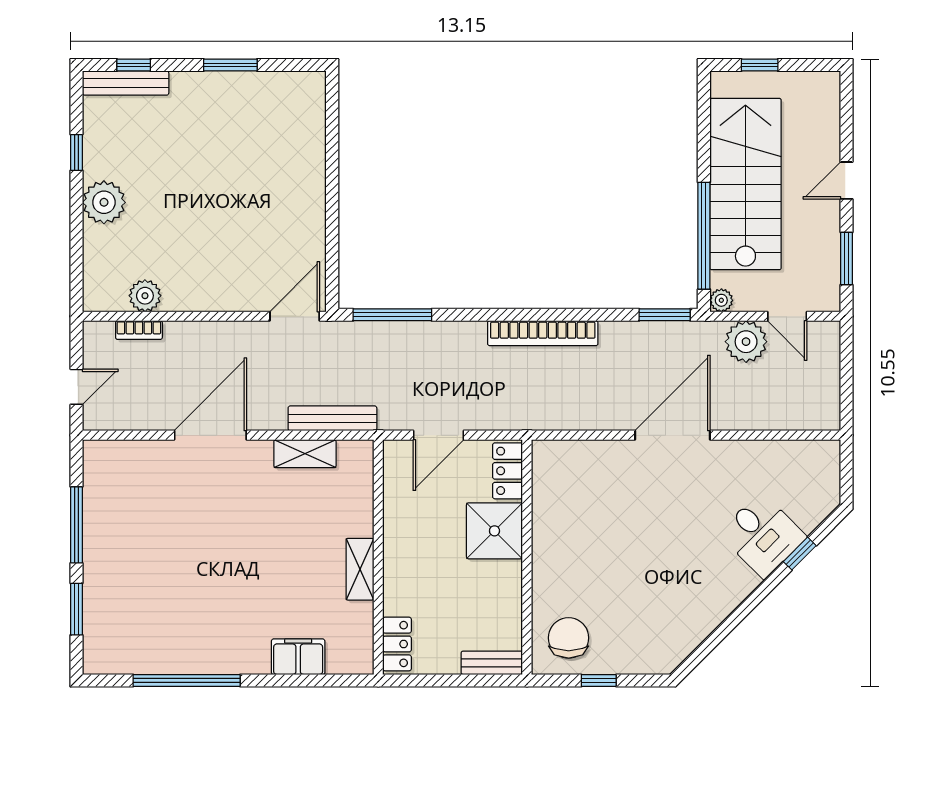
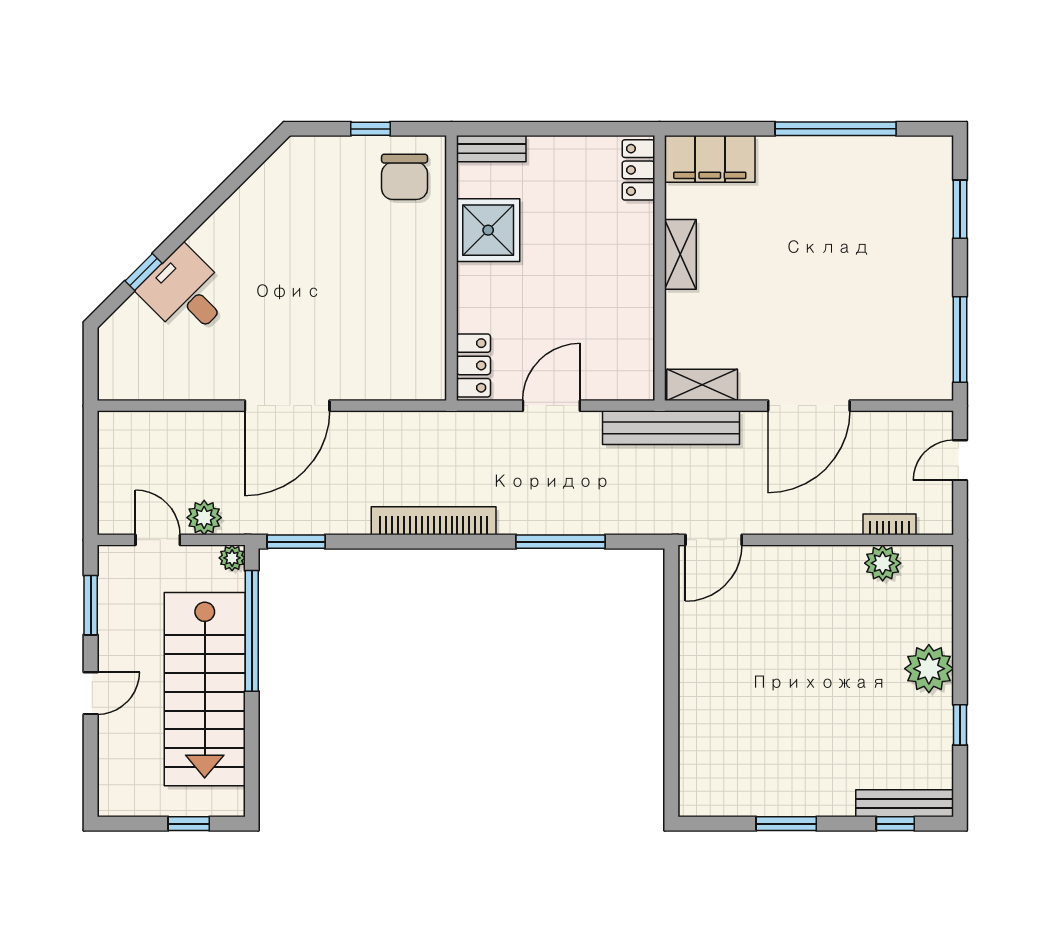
window: (392, 315) -> (560, 542), moved
plant: (746, 342) -> (204, 518), width x0.73, depth x0.73
bench: (332, 418) -> (671, 428), width x1.37, depth x1.21
window: (76, 525) -> (960, 339), moved
shower: (494, 531) -> (488, 230), moved
wall: (378, 557) -> (660, 268), moved
shelving: (360, 569) -> (680, 254), moved
locker: (397, 644) -> (638, 170), moved
filing cabinet: (298, 657) -> (710, 159), width x1.50, depth x1.17

